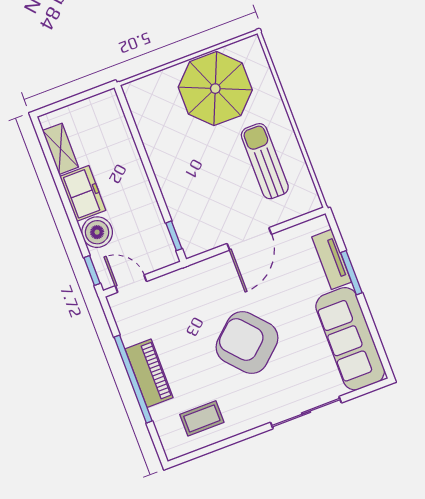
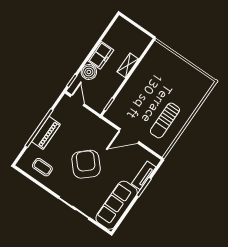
parasol: (215, 89) -> (181, 80), removed
shelving: (60, 149) -> (128, 65), moved
sun lounger: (265, 161) -> (165, 120), turned 180

